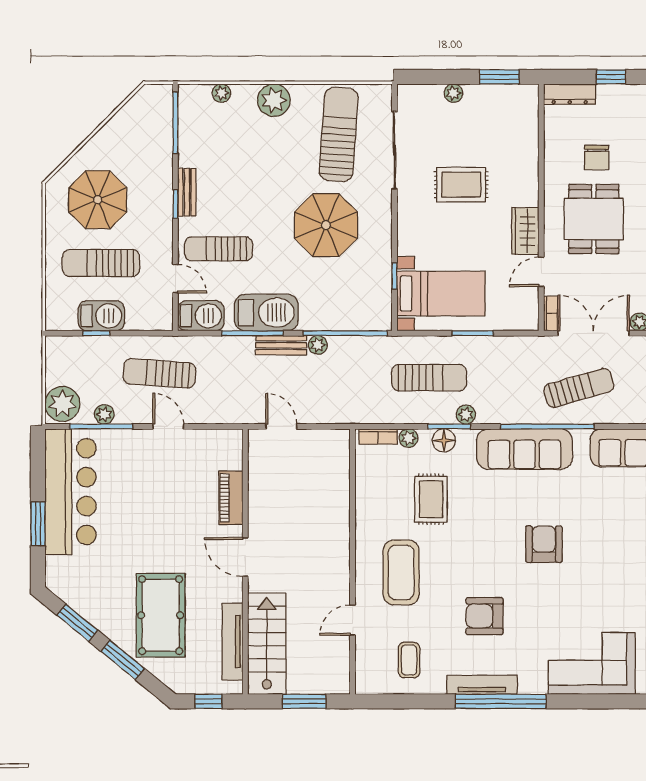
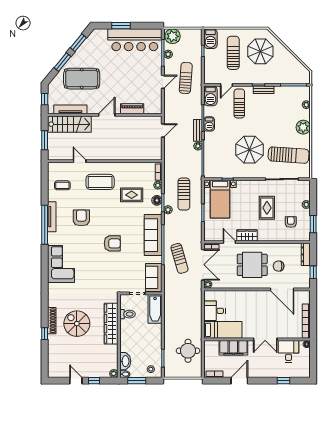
armchair: (494, 129) -> (291, 222), added
barbecue: (266, 313) -> (209, 124), width x0.53, depth x0.65
barbecue: (101, 316) -> (210, 39), moved

